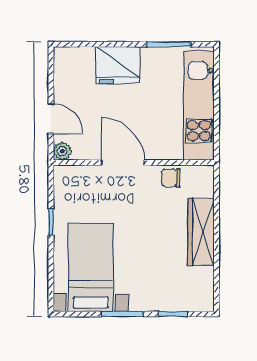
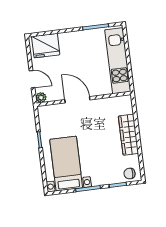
fridge: (118, 65) -> (46, 46), moved
chair: (171, 178) -> (130, 174), moved

